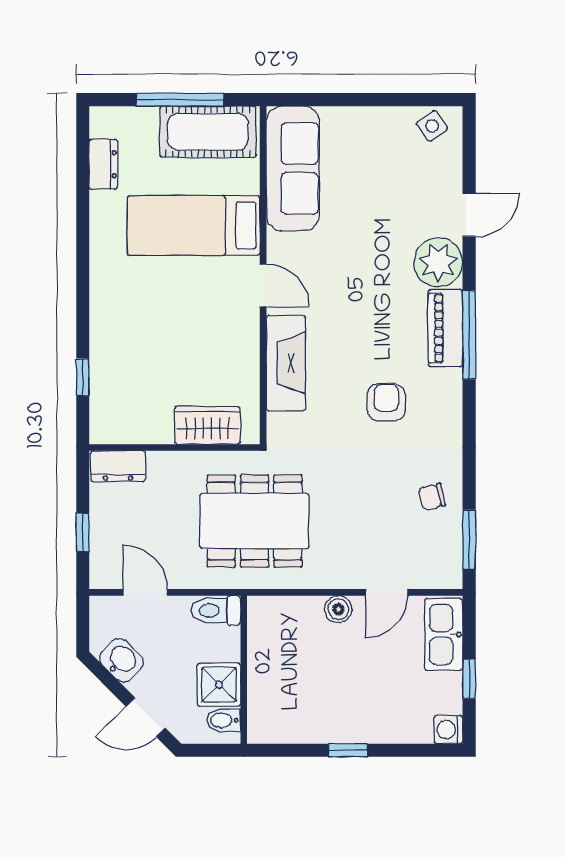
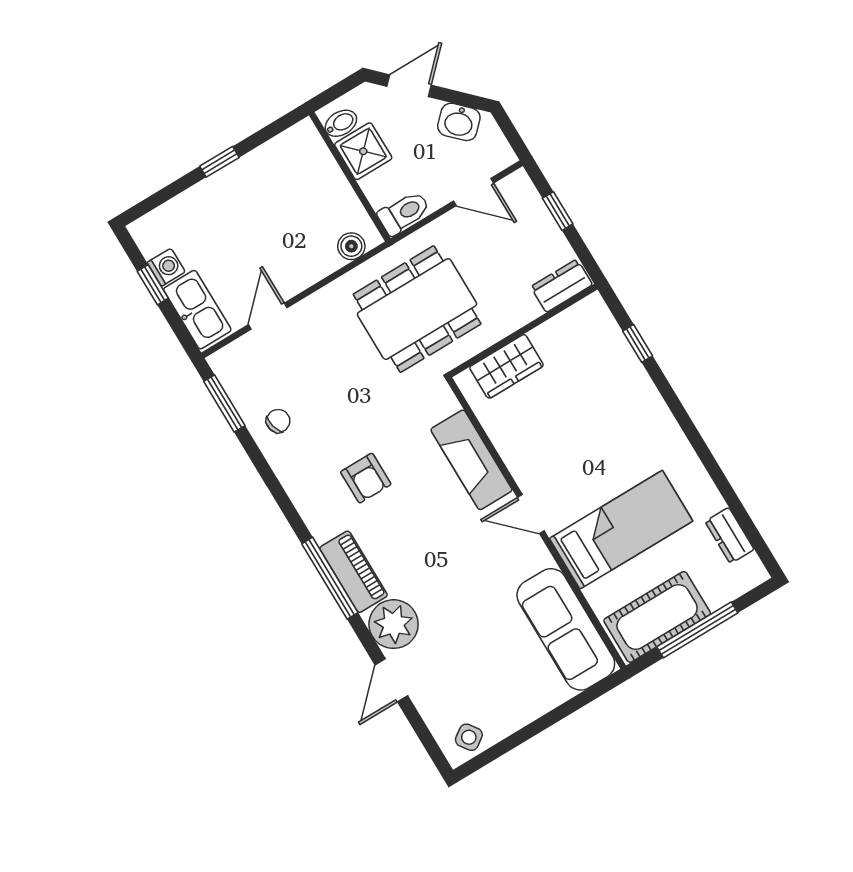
boiler: (338, 609) -> (351, 246), moved
washing machine: (449, 730) -> (166, 267), moved

